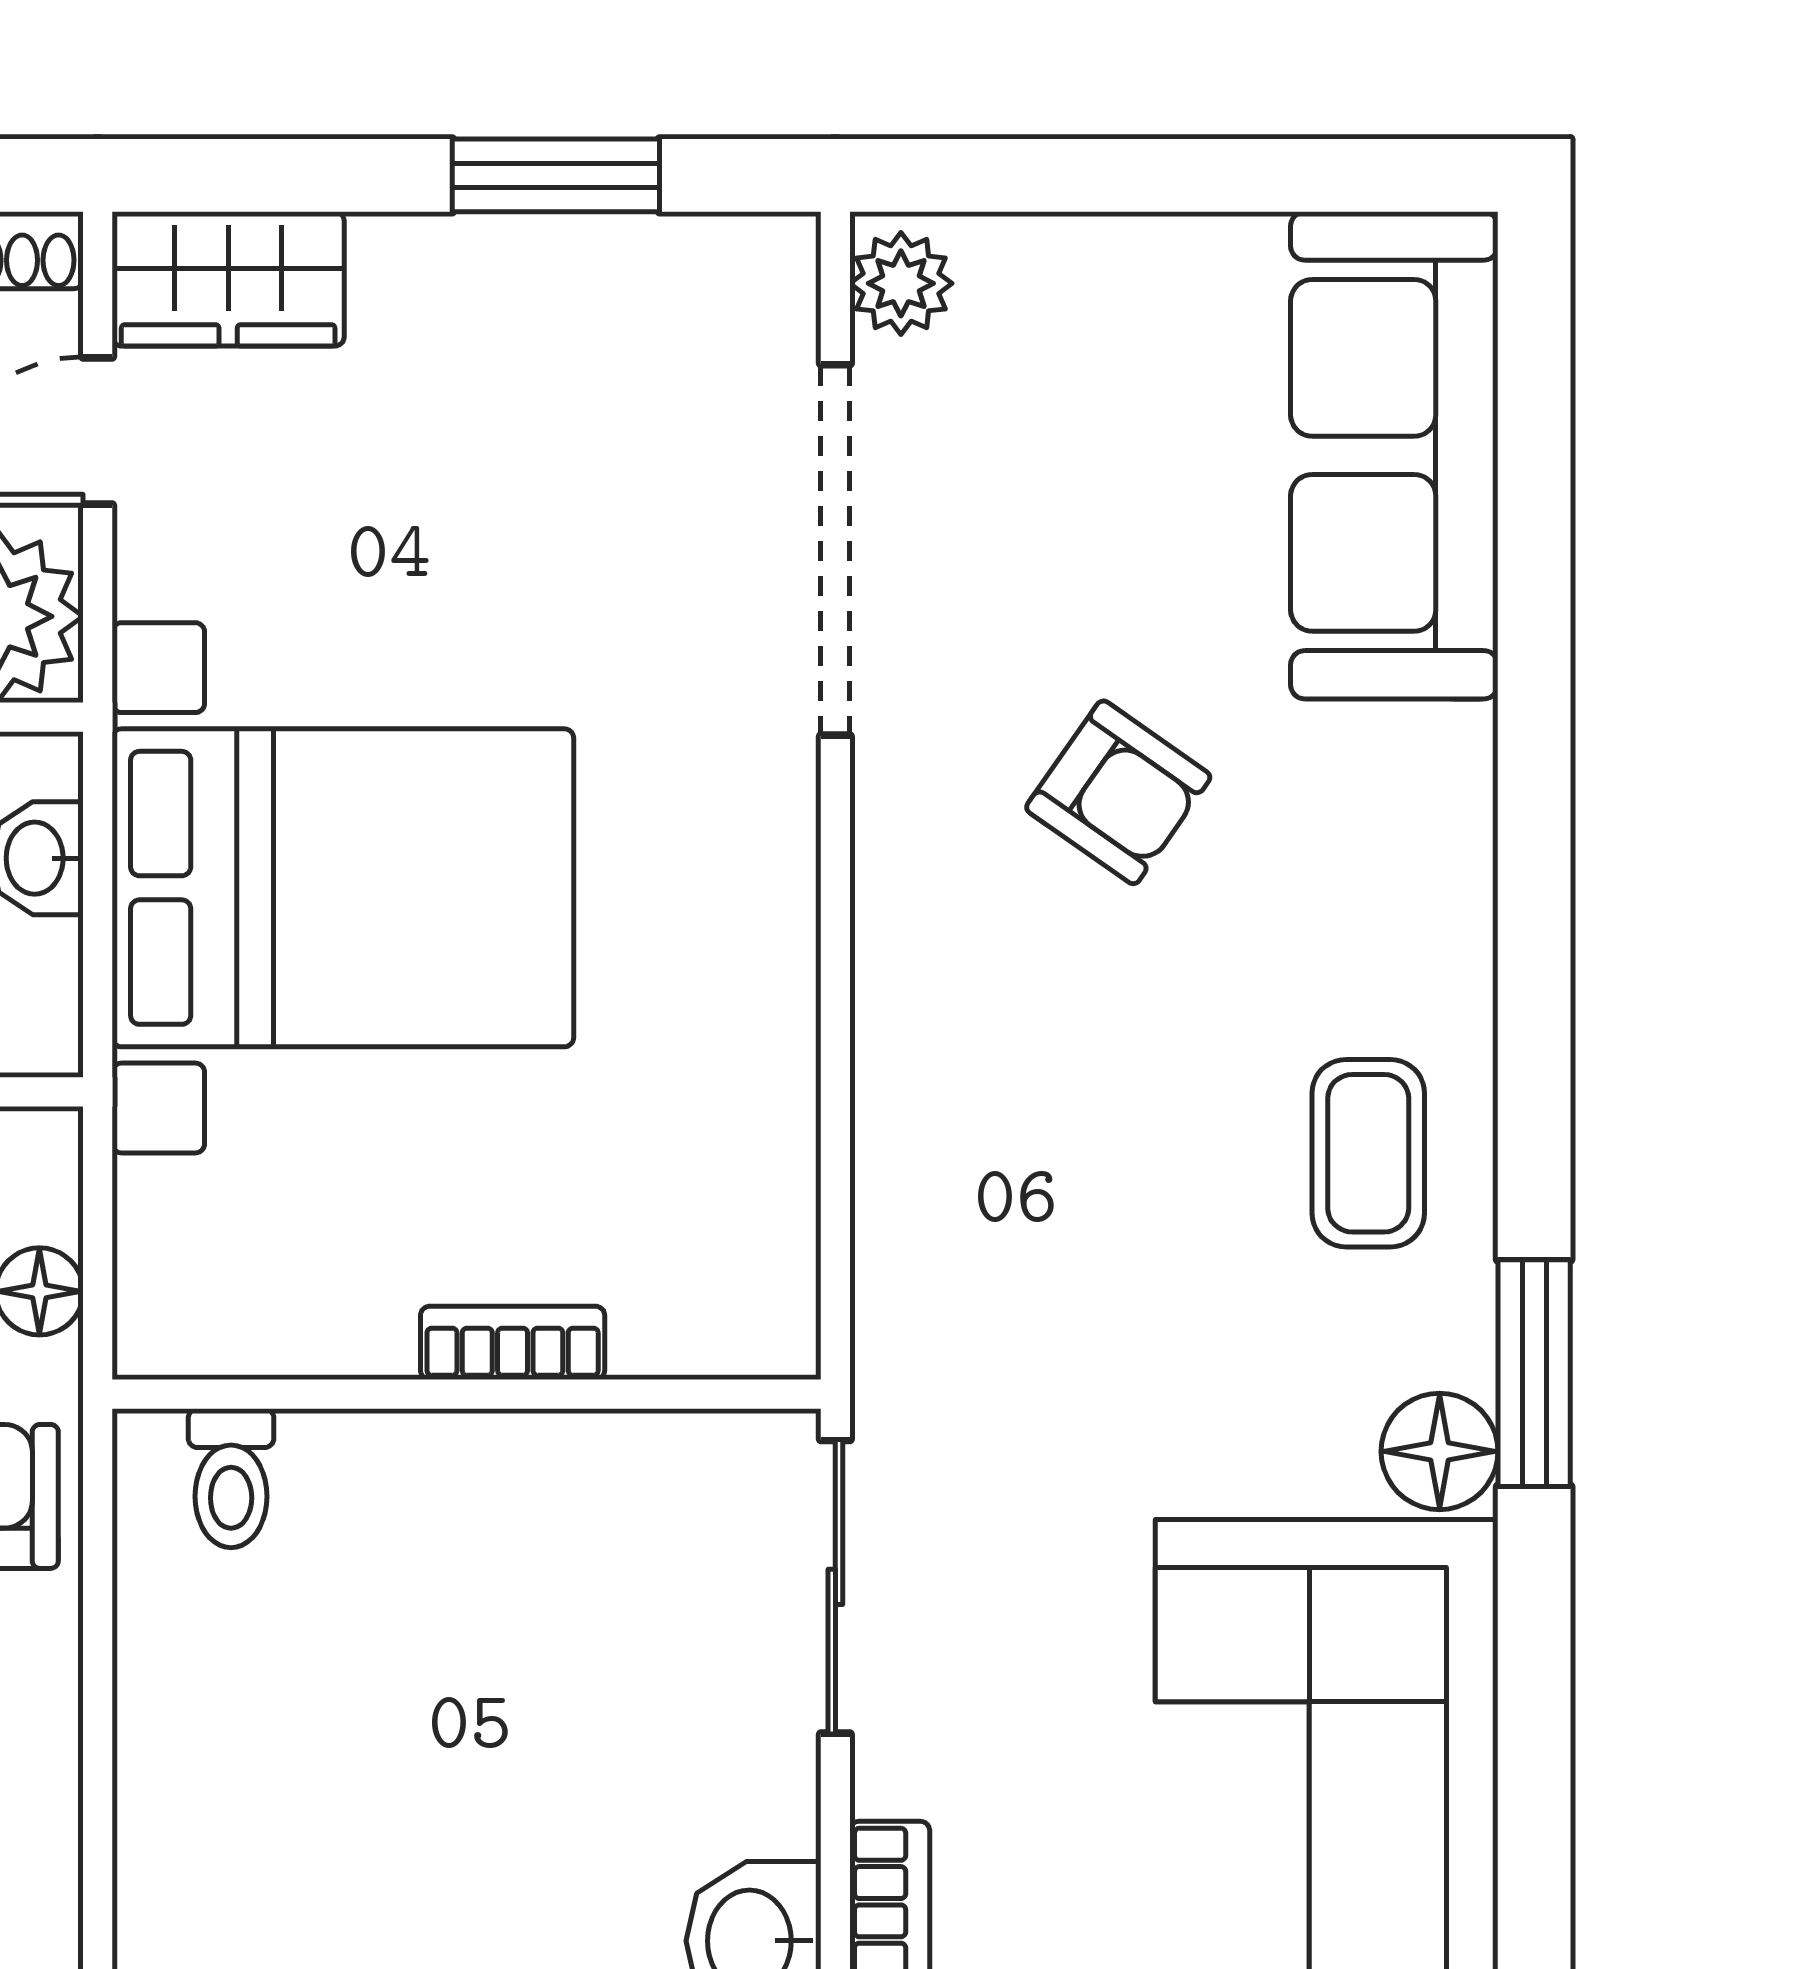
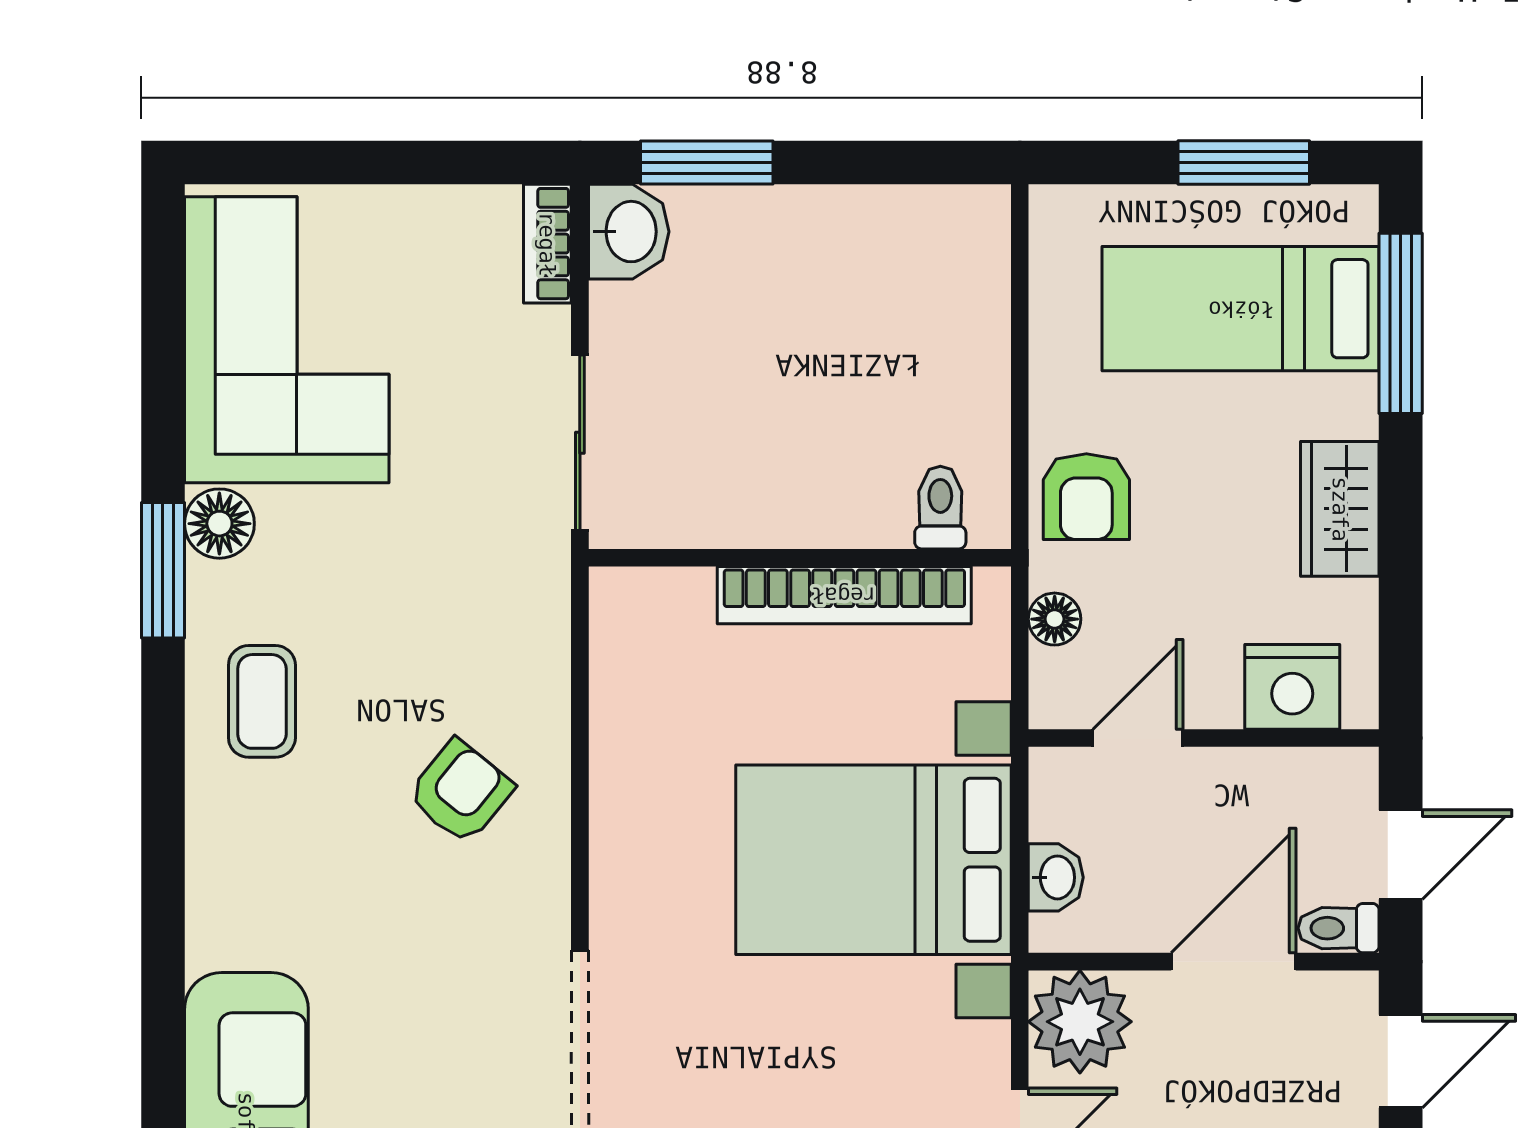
armchair: (1118, 792) -> (460, 792), moved, turned 94
bookcase: (513, 1343) -> (844, 595), width x2.31, depth x1.31

